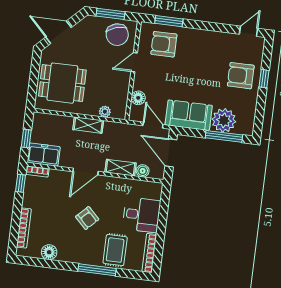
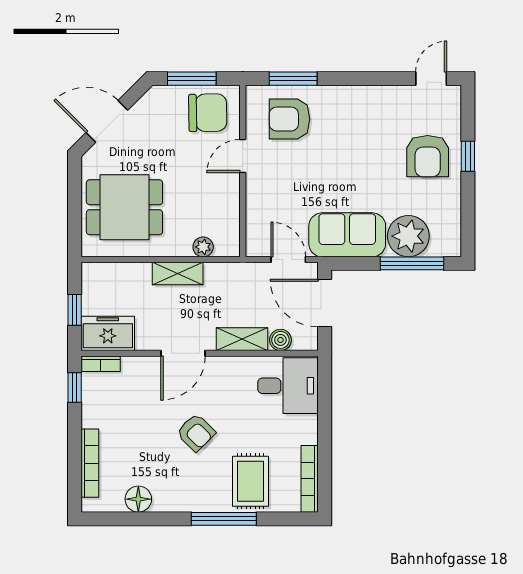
chair: (117, 35) -> (208, 113), turned -74
armchair: (241, 76) -> (428, 156), turned -90
floor lamp: (138, 98) -> (257, 216), removed
desk: (141, 215) -> (288, 386), moved

